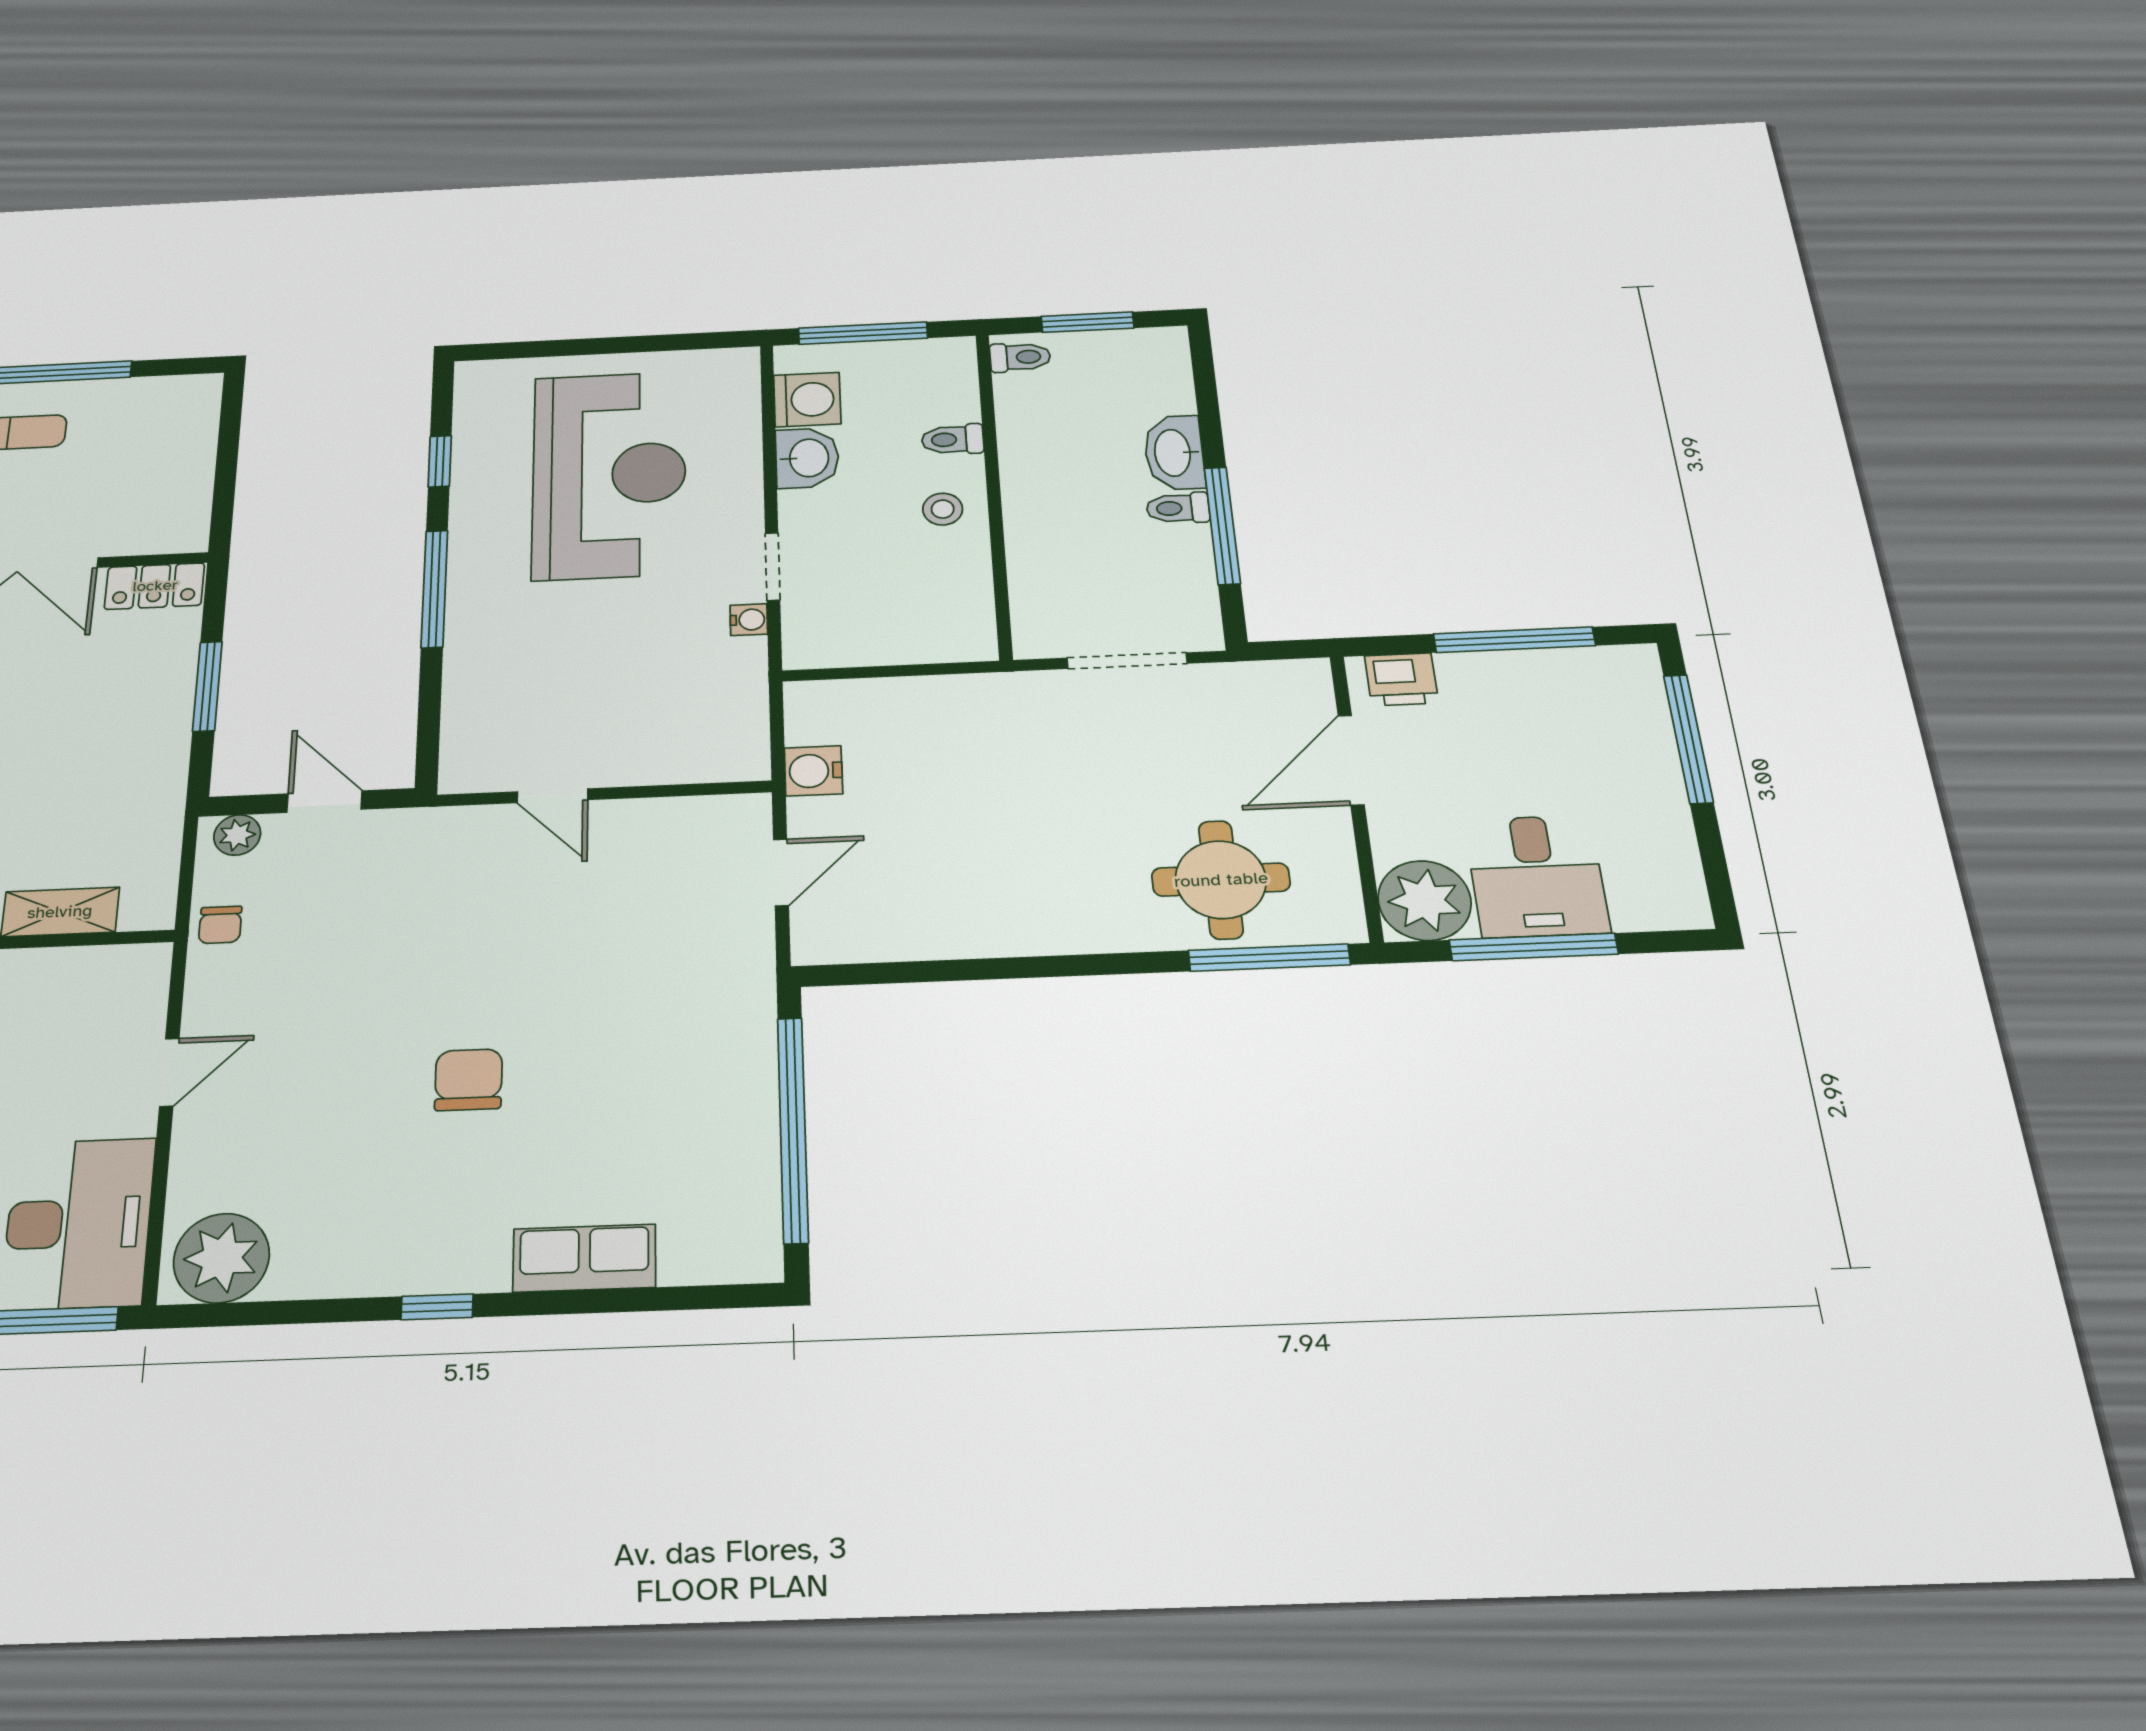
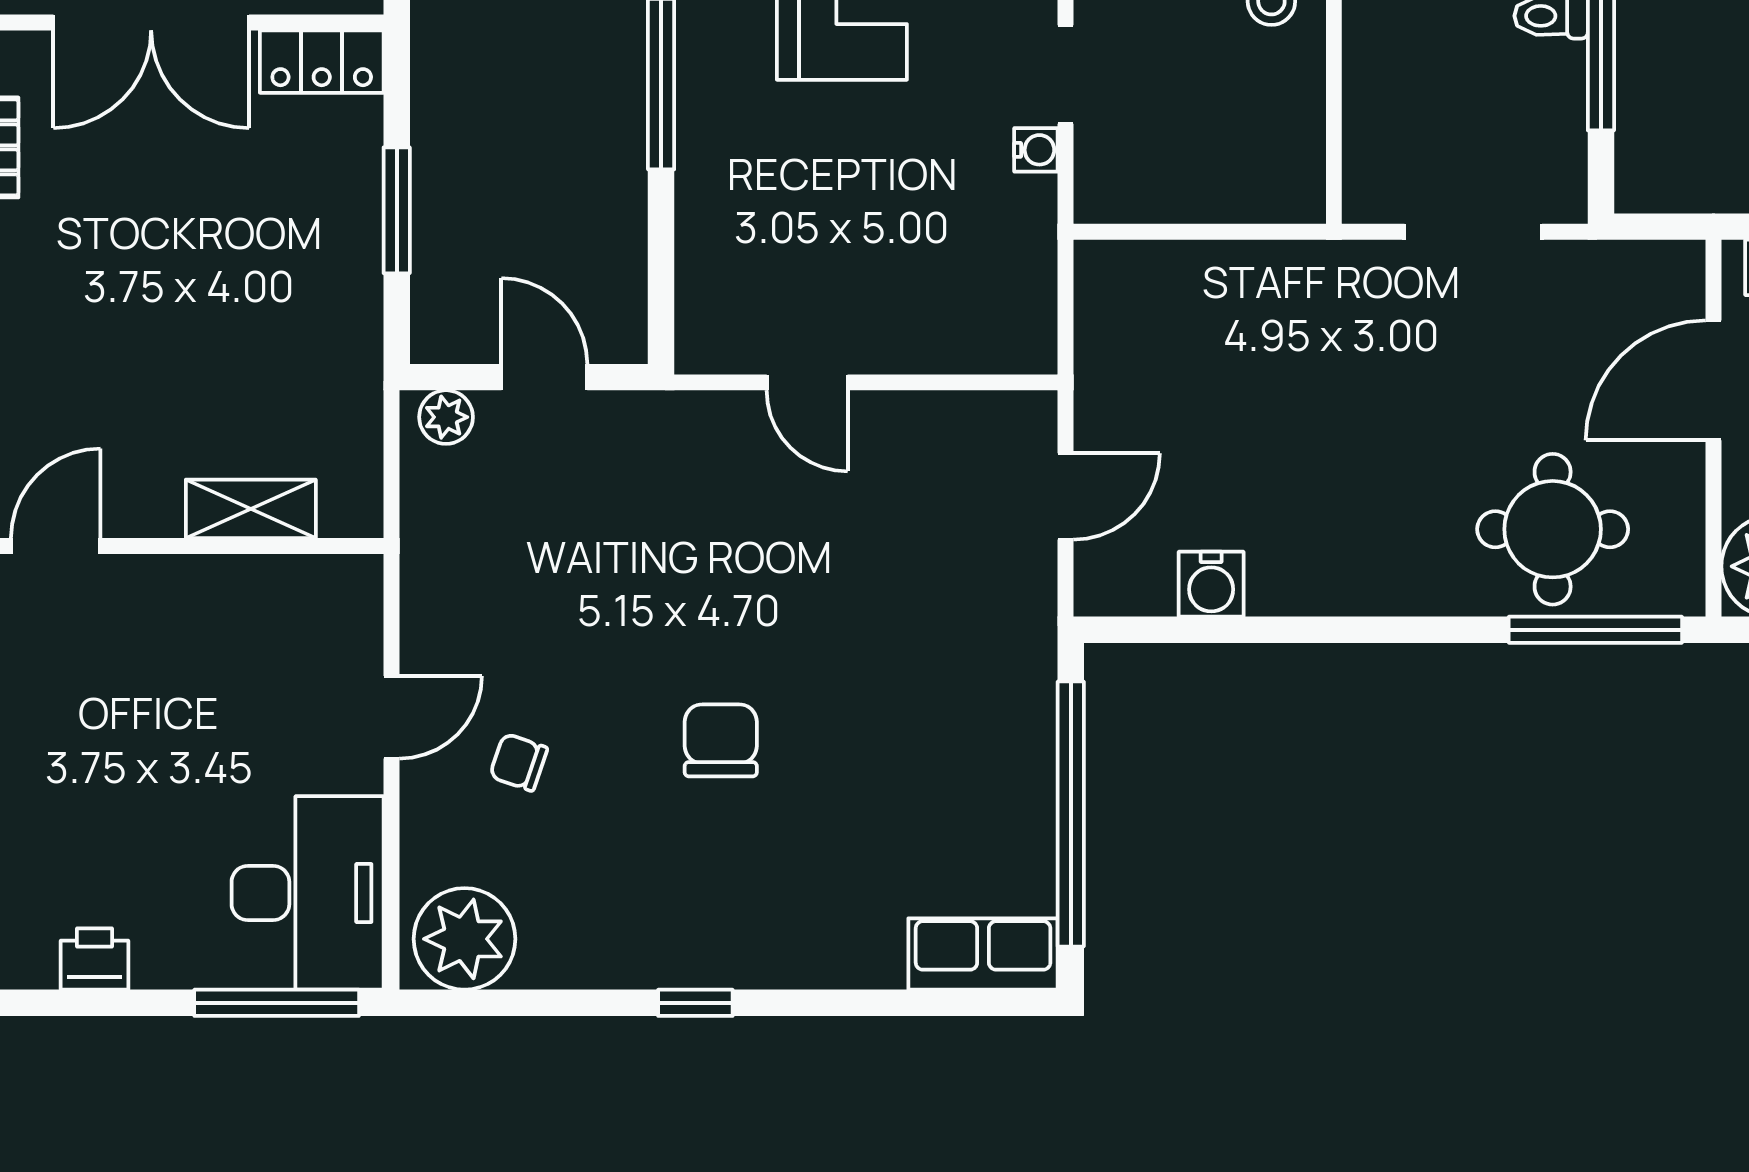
water cooler: (813, 771) -> (1211, 584), moved, turned -90
chair: (220, 925) -> (519, 762), moved, turned 109
row of seats: (584, 1258) -> (983, 954), moved

